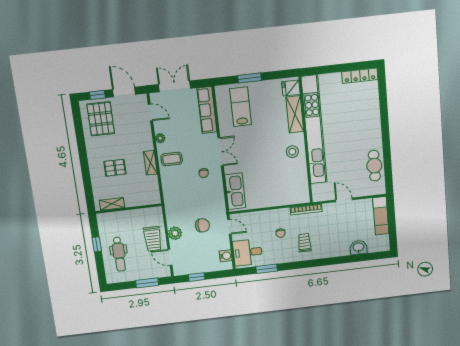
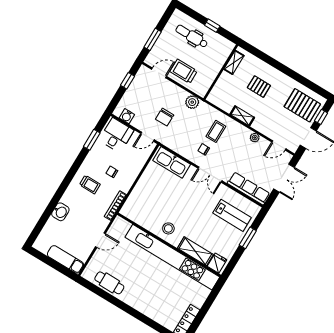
coffee table: (172, 159) -> (216, 131), moved
pallet: (115, 168) -> (259, 87), turned 90
plant: (175, 233) -> (192, 102), moved
washbasin: (358, 247) -> (60, 212), moved

